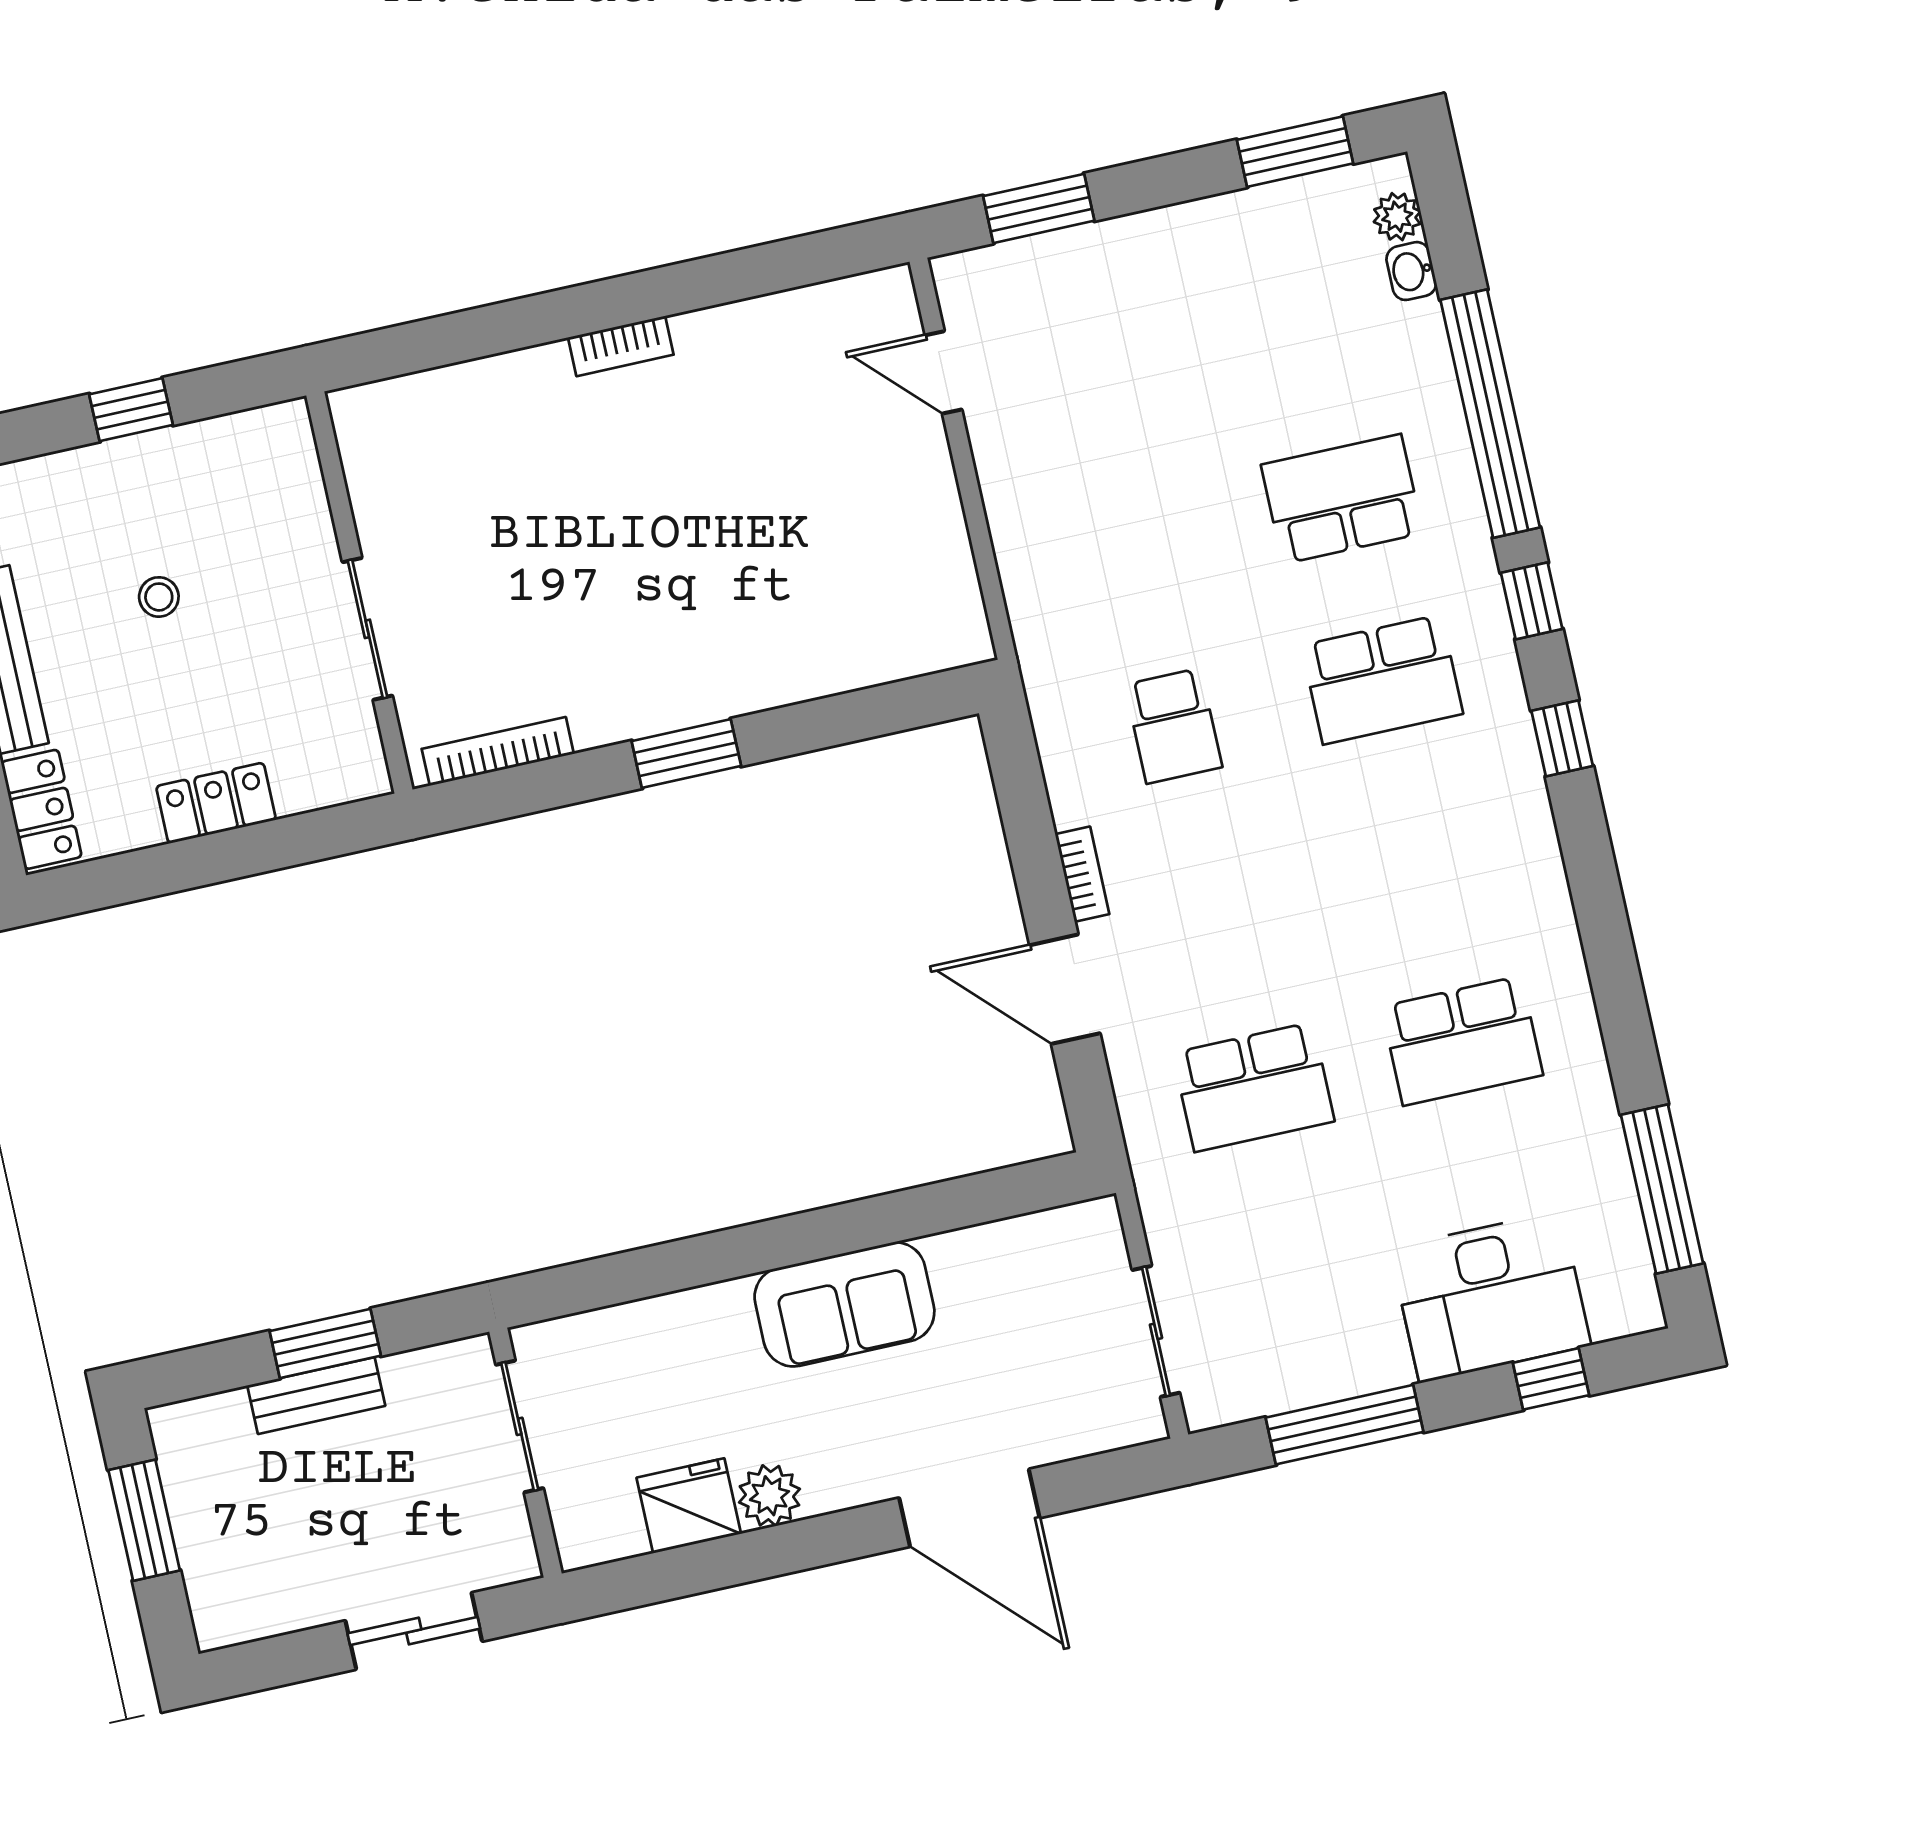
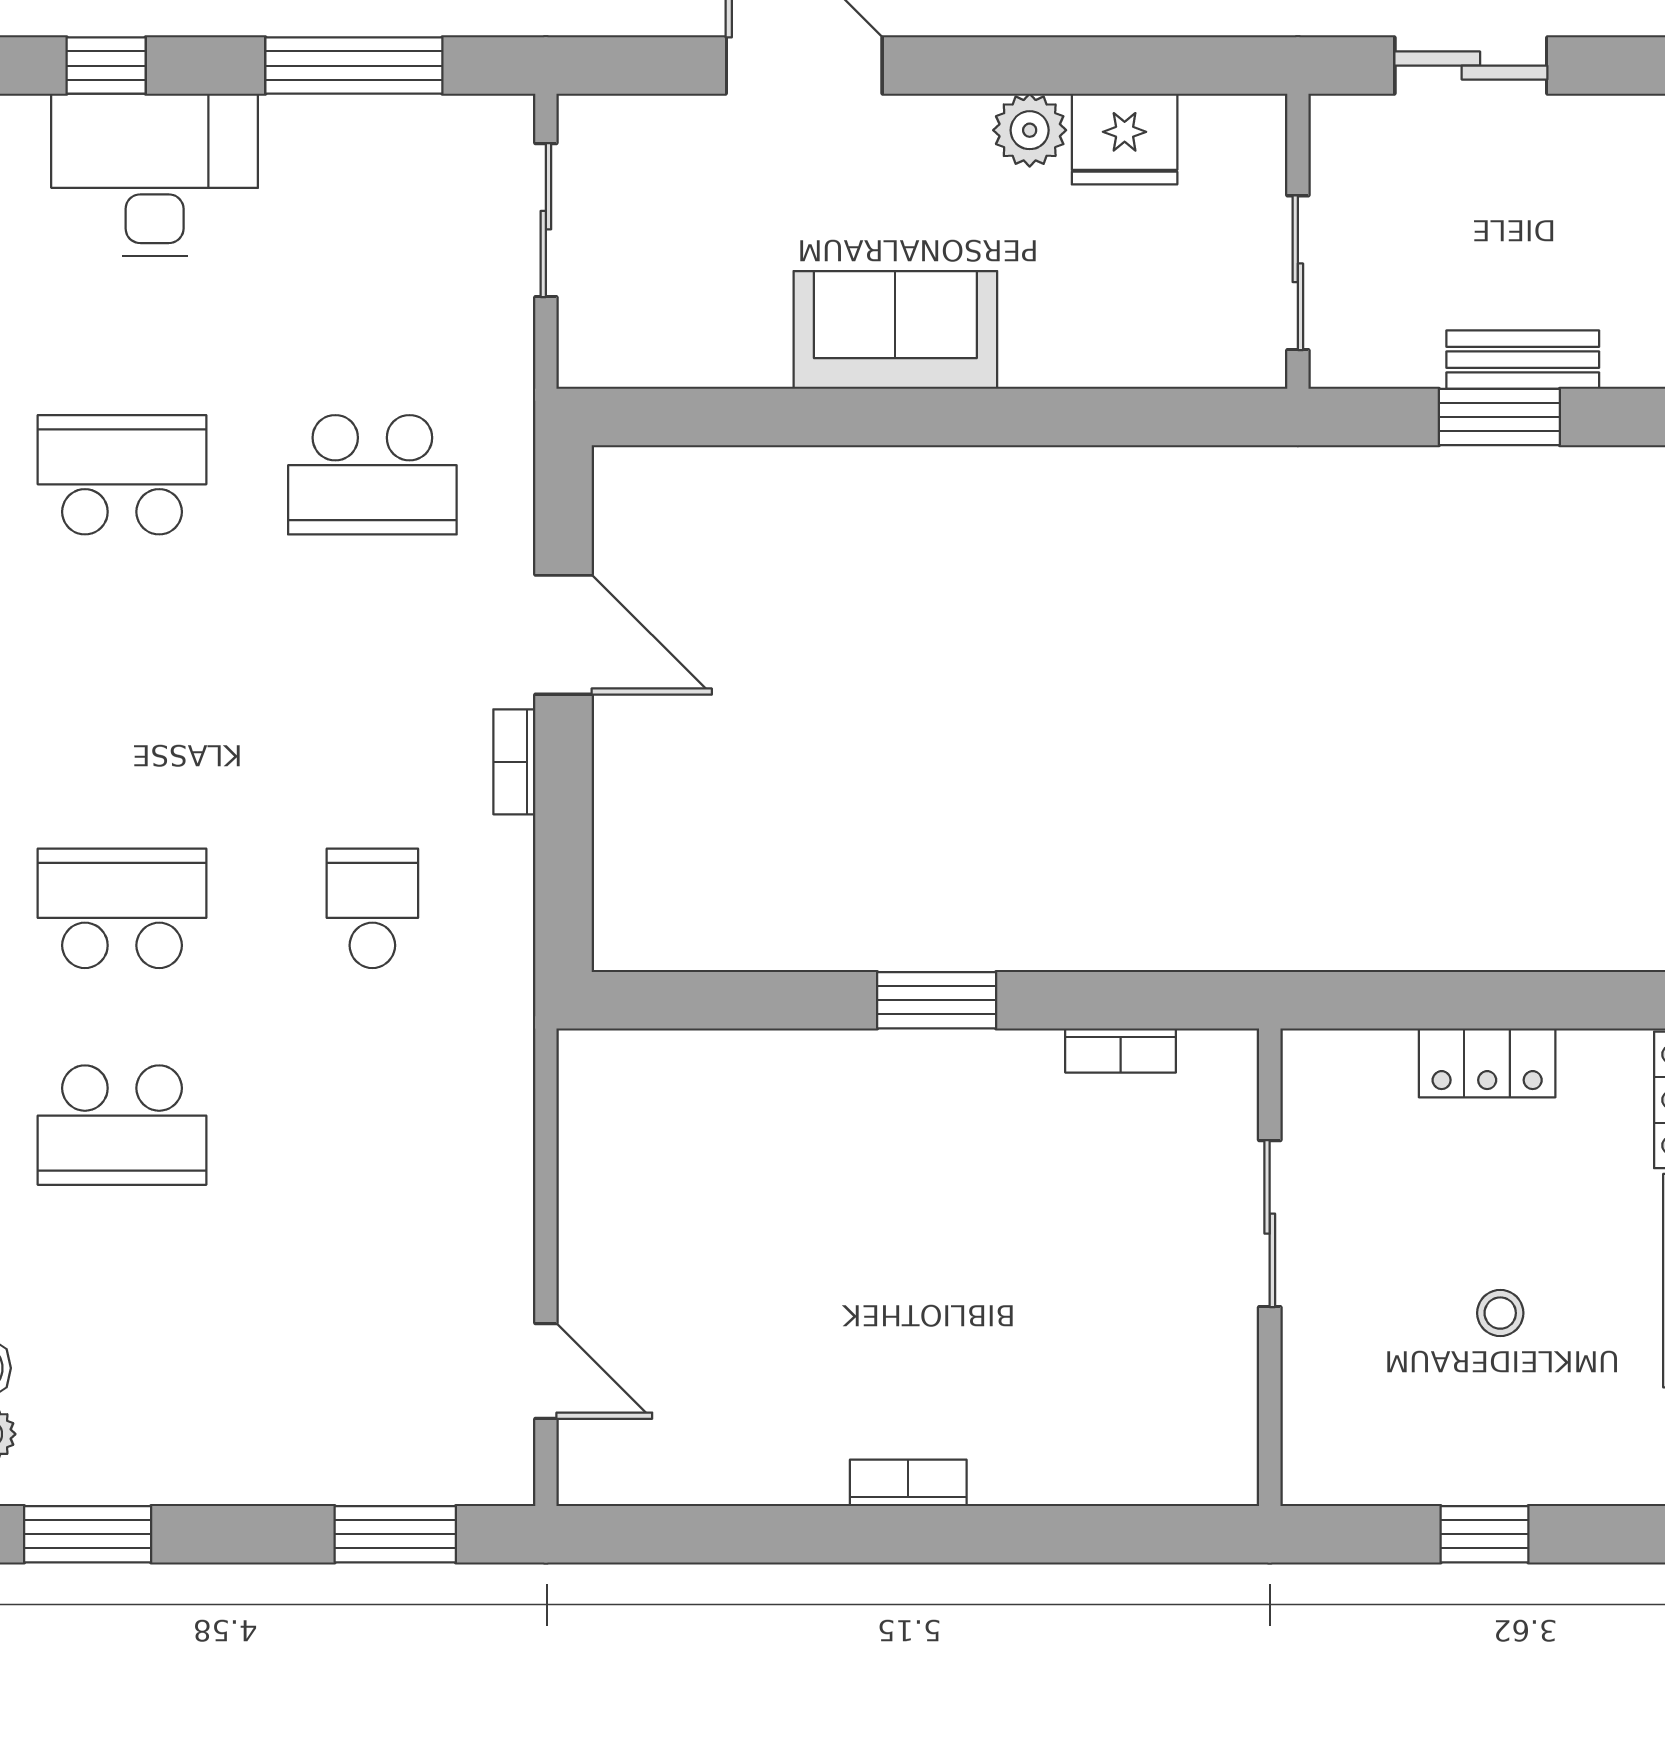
bookcase: (498, 751) -> (1121, 1050), width x0.64
school desk: (1254, 1087) -> (372, 475), turned 180

